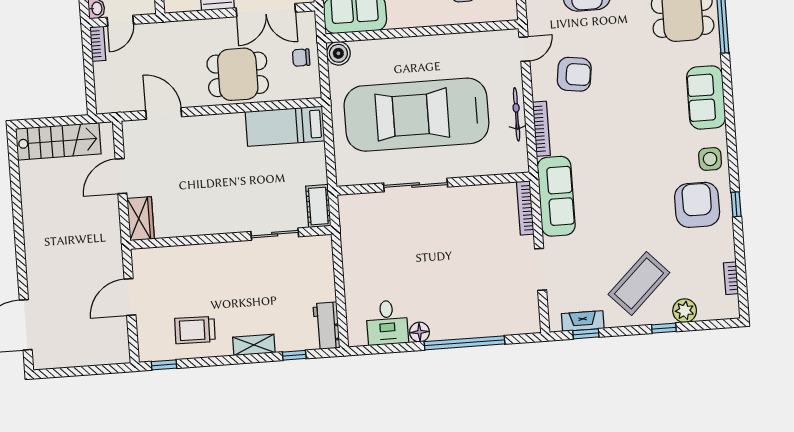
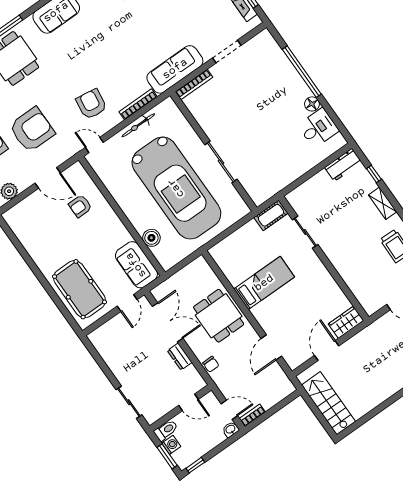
boiler: (338, 53) -> (151, 238), moved
chair: (301, 58) -> (211, 364), moved
bed: (285, 126) -> (264, 283), moved, turned -90
door: (121, 176) -> (327, 351), swing flipped

